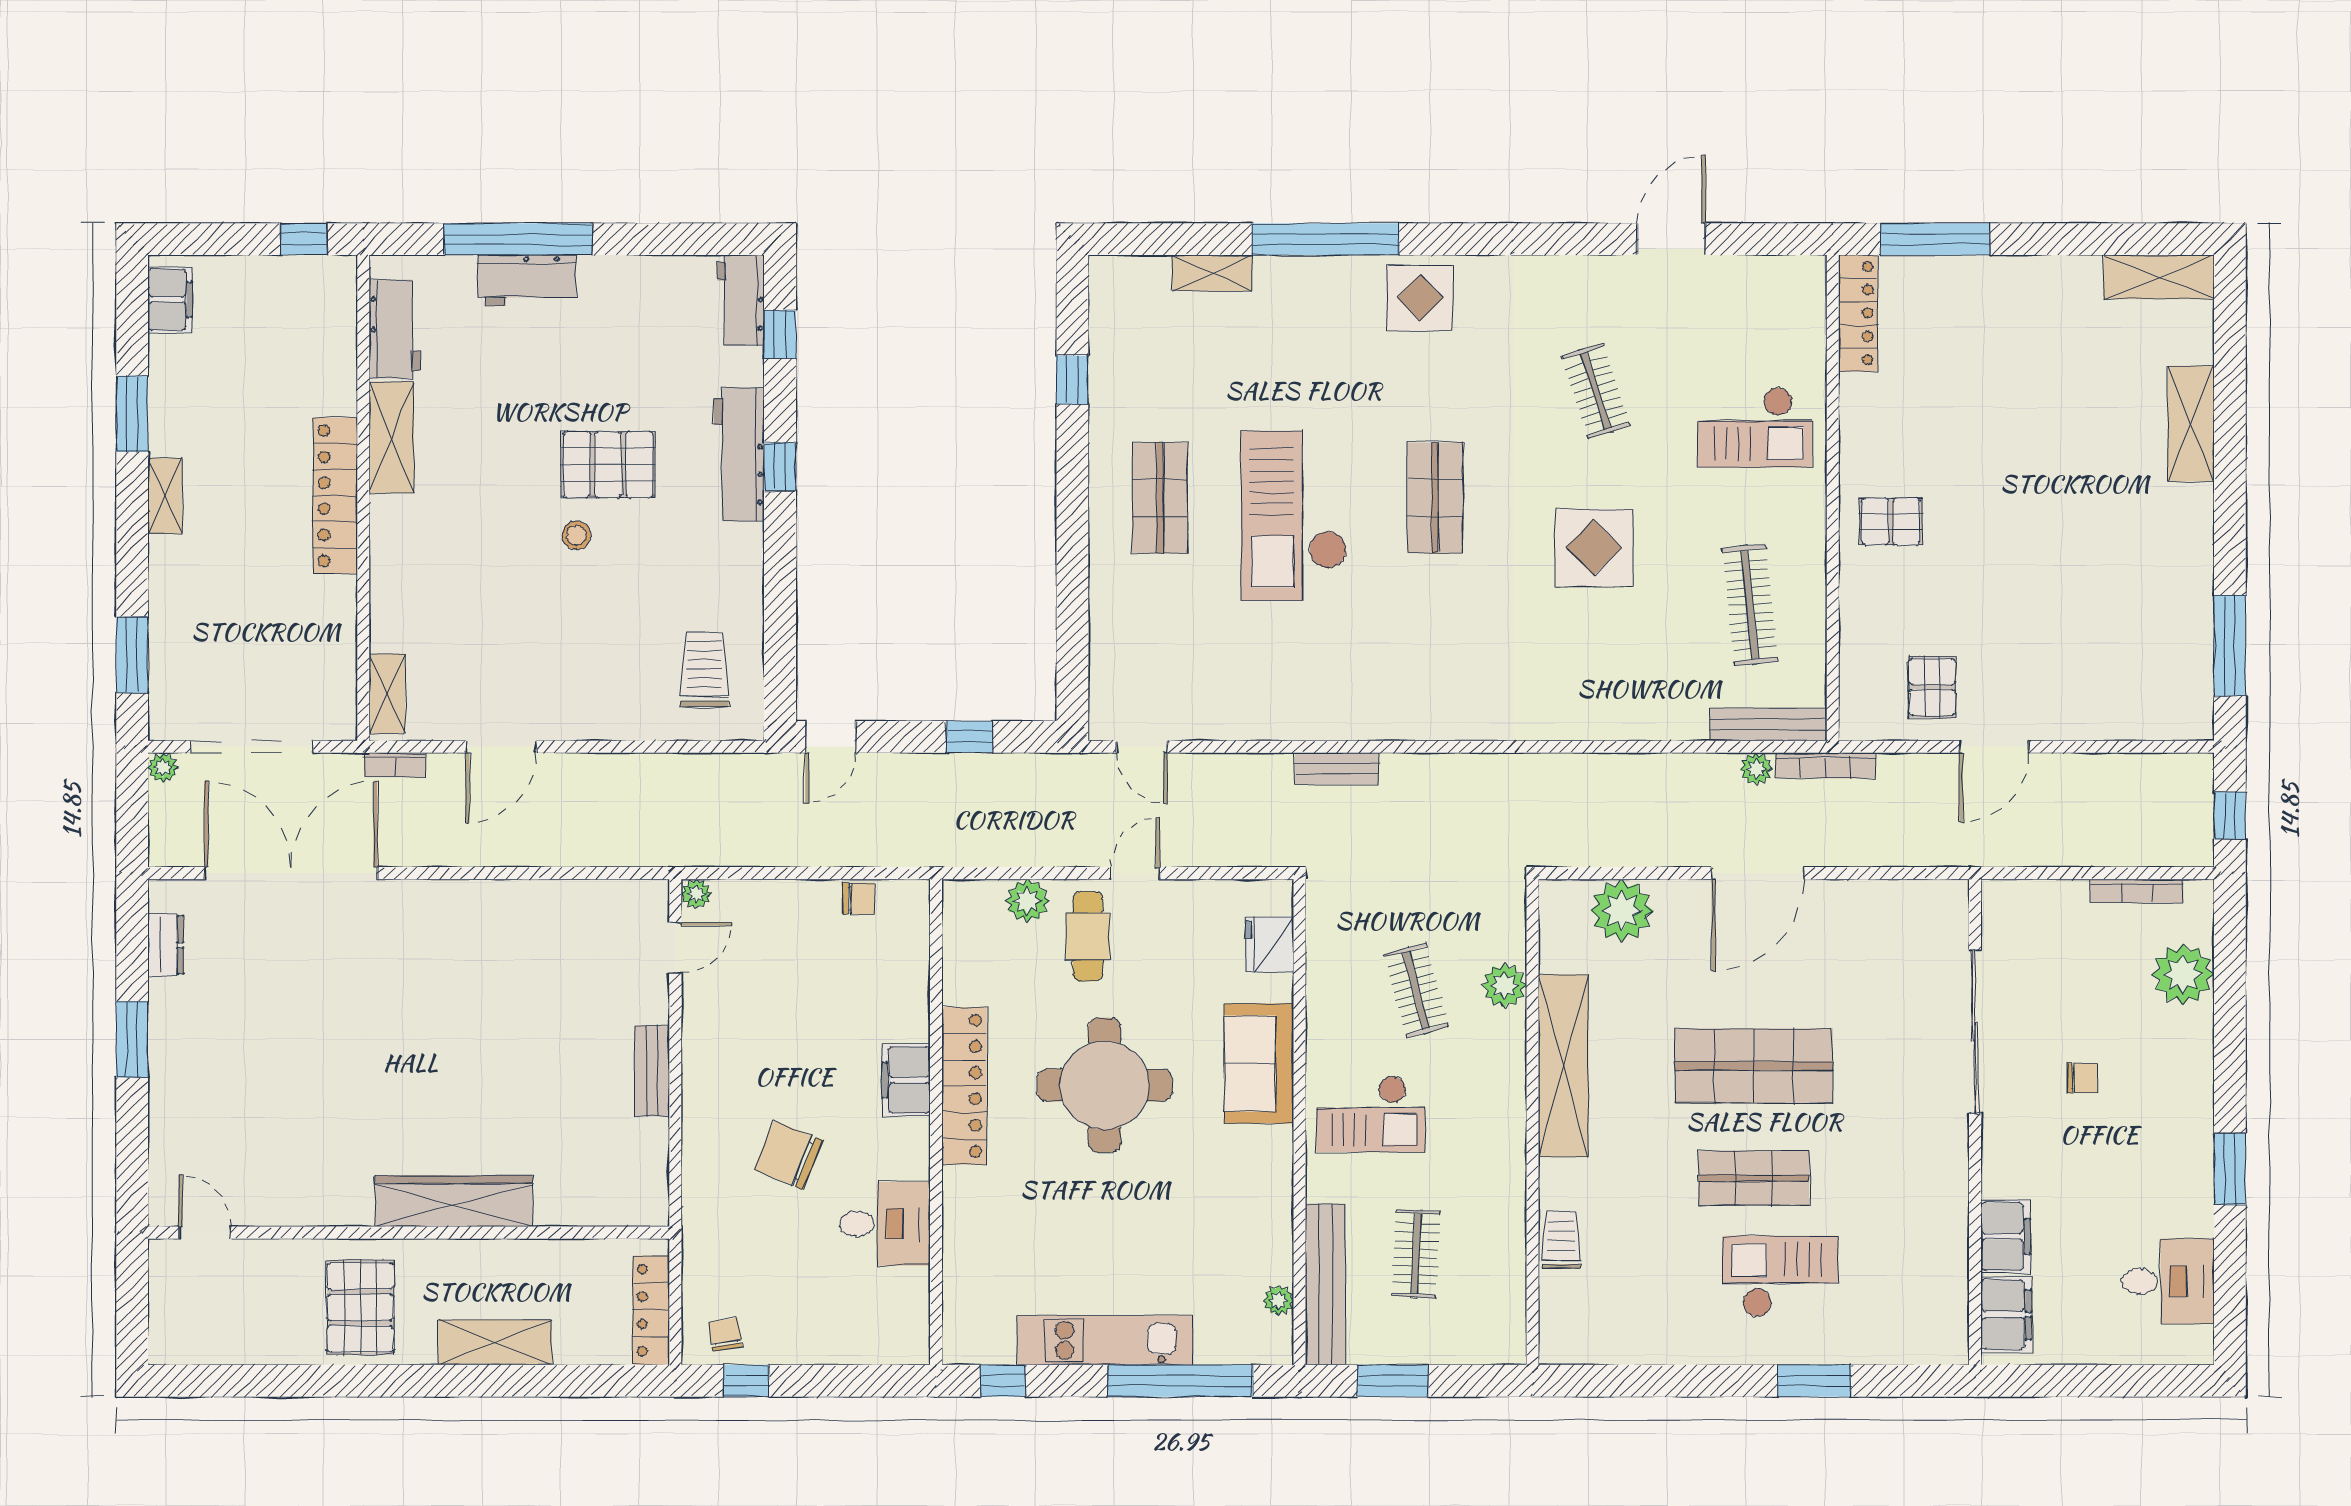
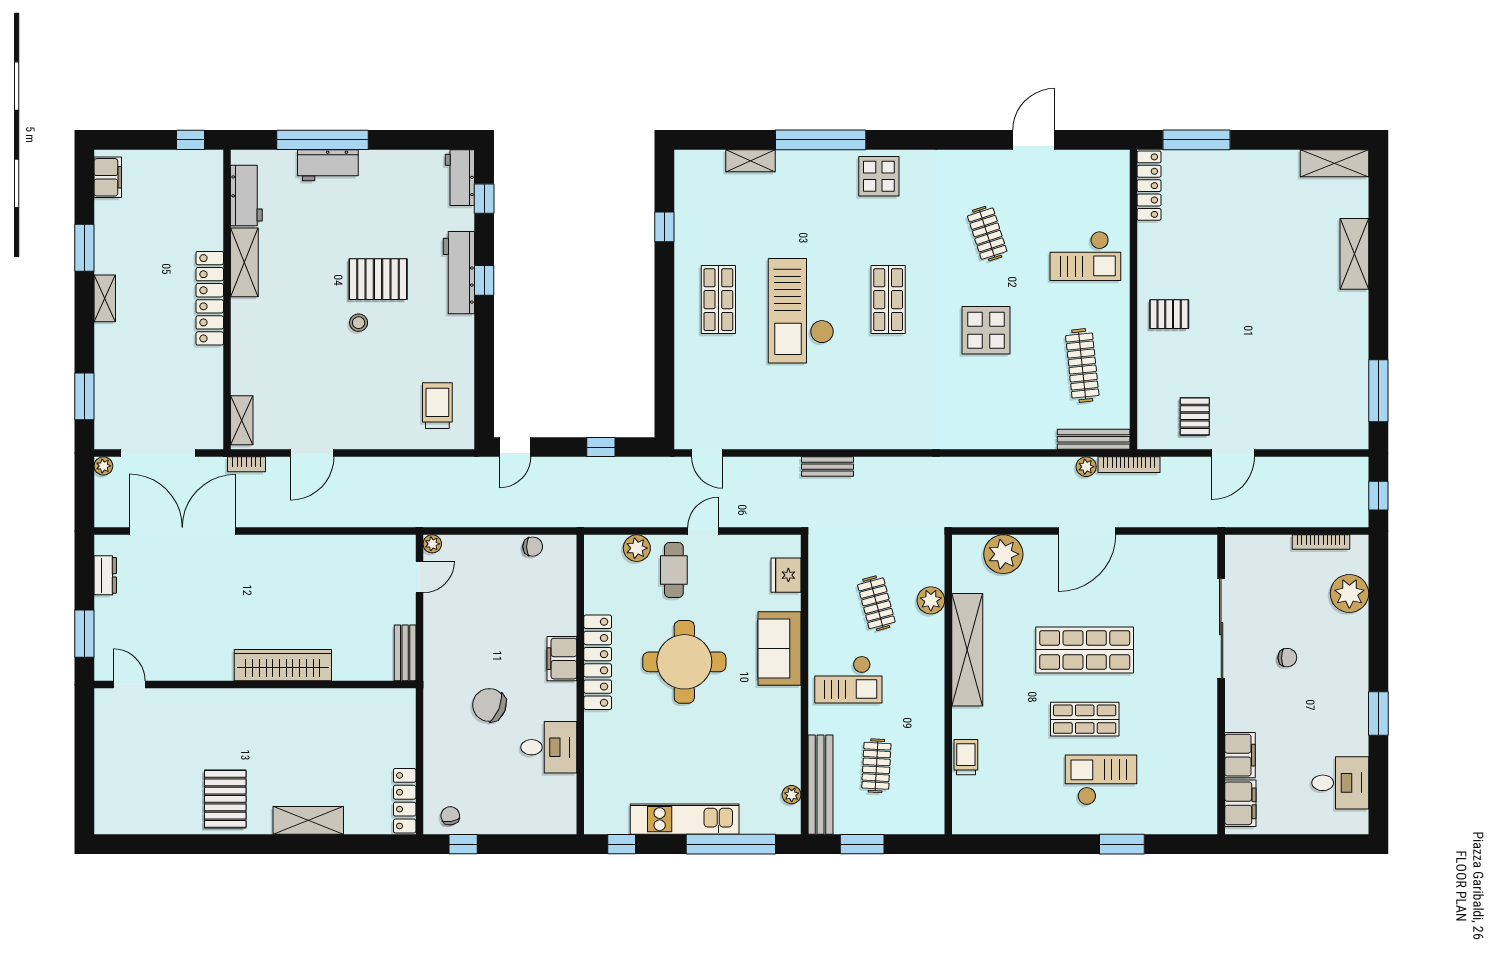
wardrobe: (454, 1201) -> (283, 665), moved
door: (205, 1233) -> (129, 685), moved
wall: (409, 1233) -> (255, 685), moved

